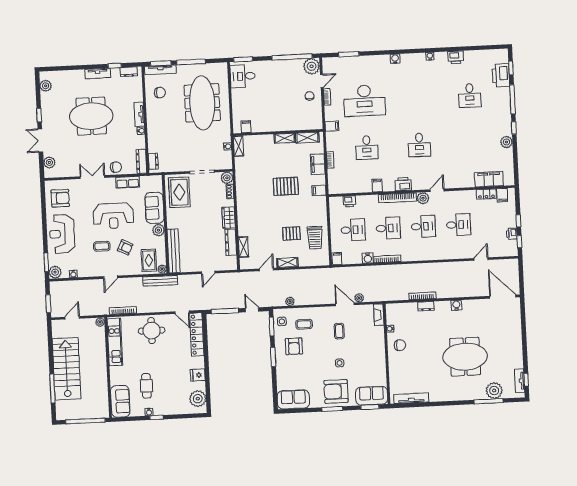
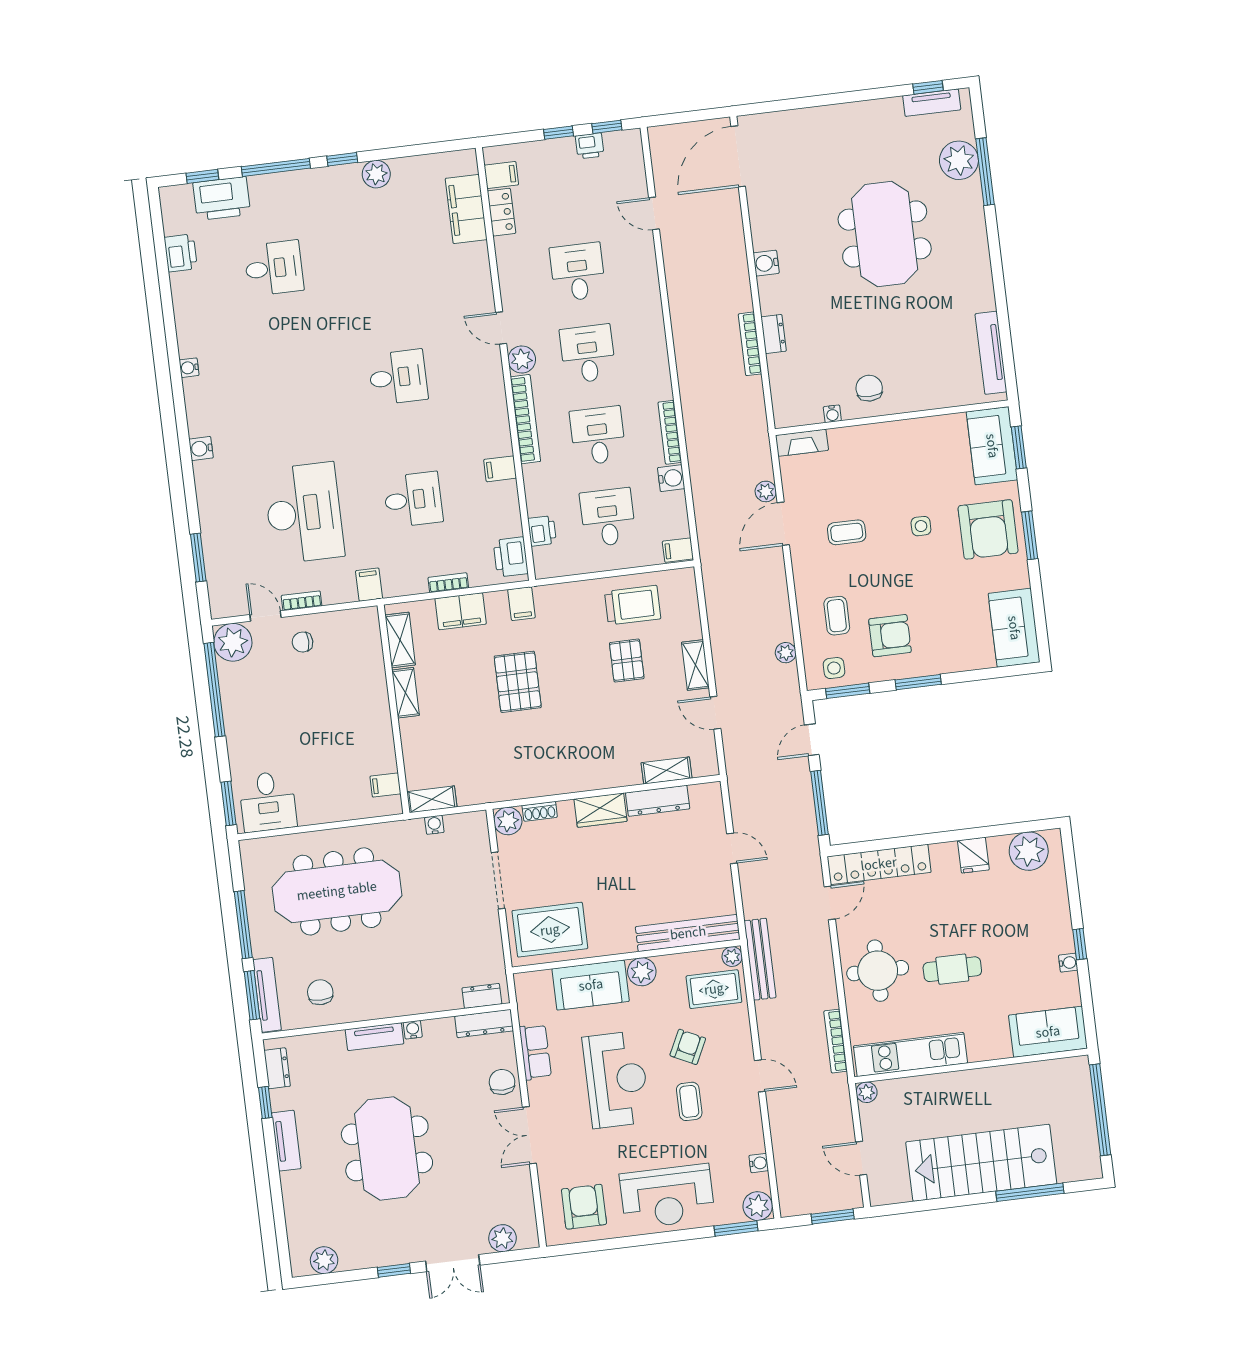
printer: (456, 57) -> (181, 253), moved
printer: (403, 184) -> (511, 557), moved
cafe table: (146, 386) -> (952, 969), moved

